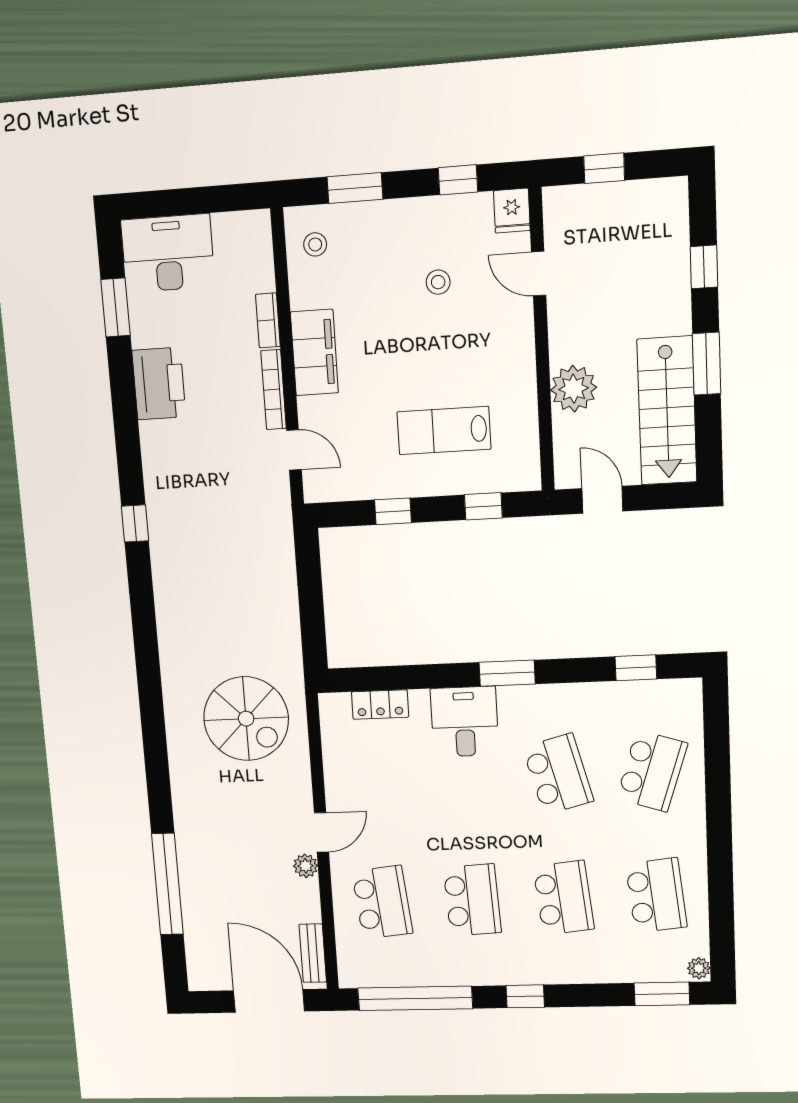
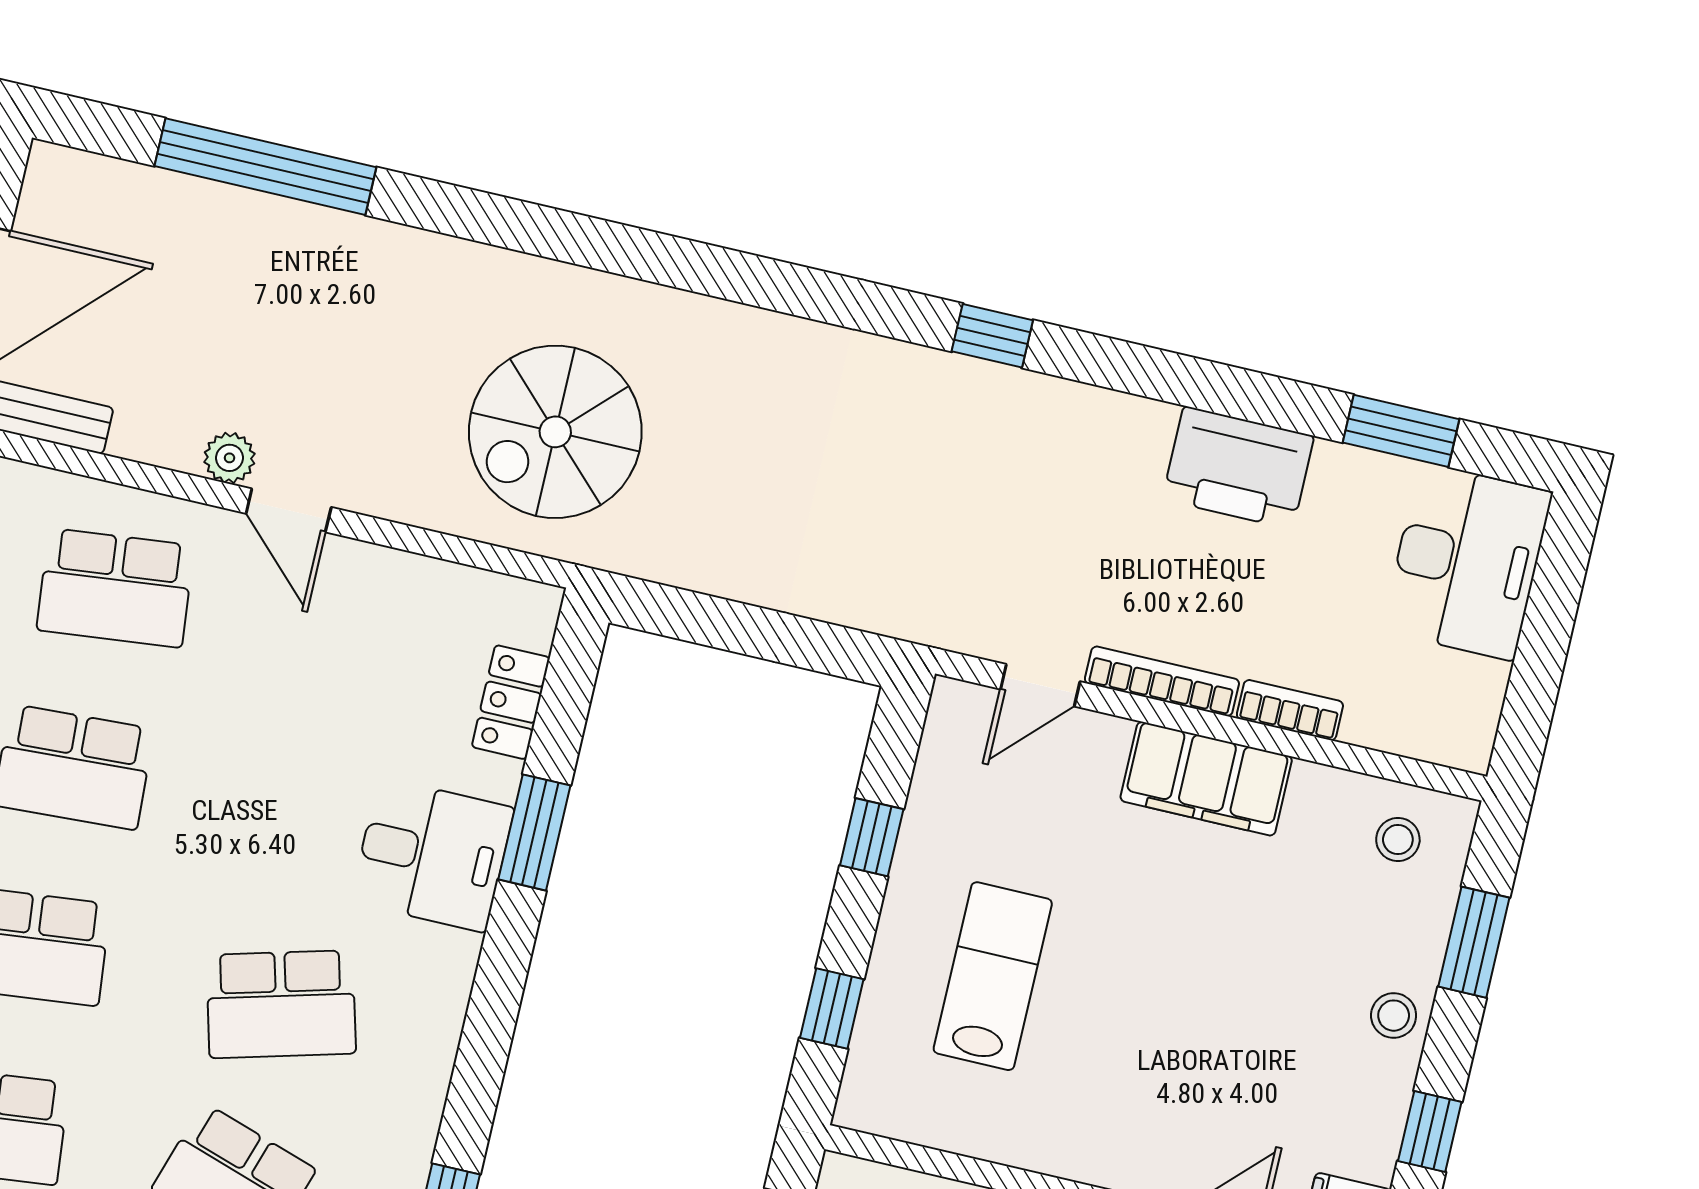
stool: (438, 282) -> (1394, 1016), moved
window: (507, 673) -> (534, 832), moved

